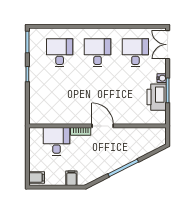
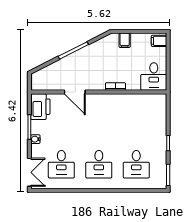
printer: (157, 97) -> (40, 107), moved
door: (103, 126) -> (75, 92), moved
desk: (57, 141) -> (154, 77), moved

